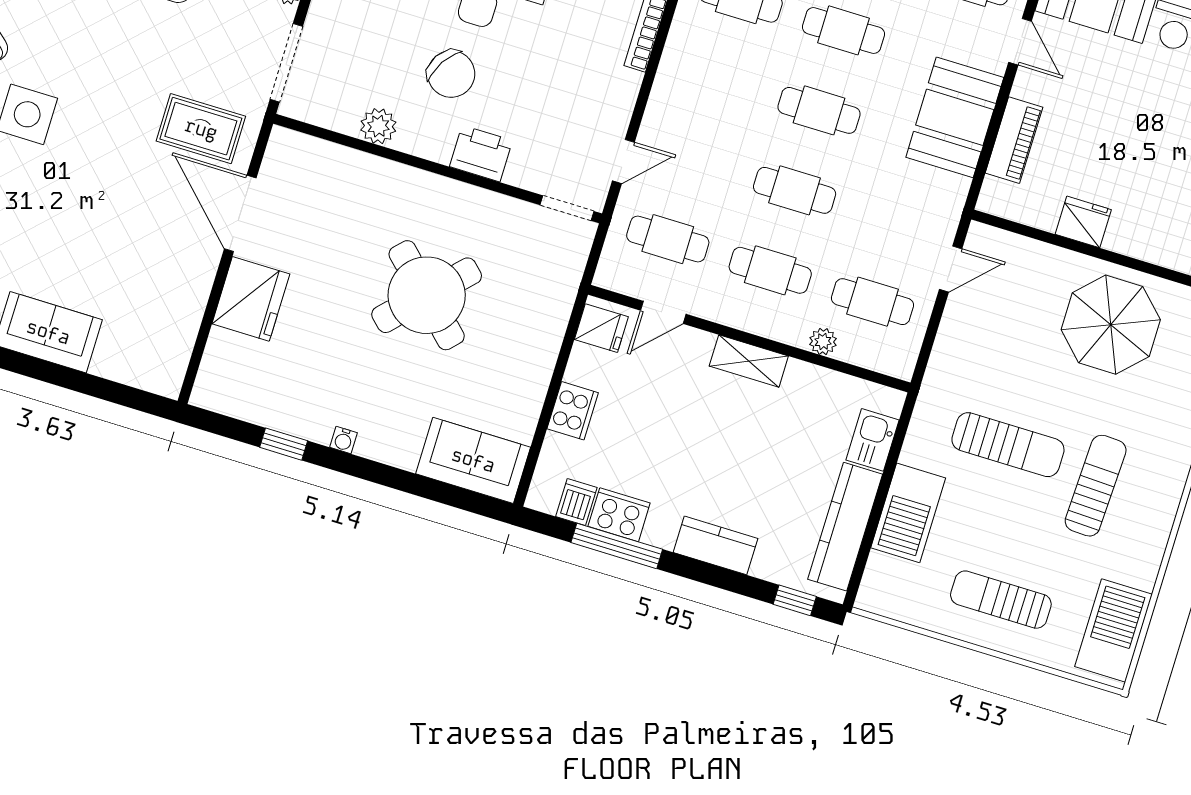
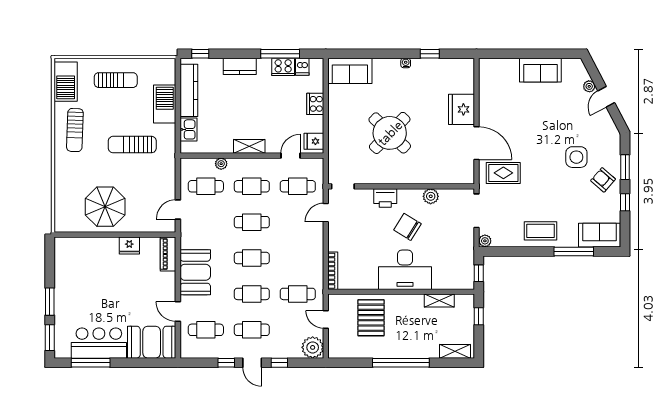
piano: (1014, 140) -> (168, 254), moved
sun lounger: (1096, 486) -> (75, 130), moved

